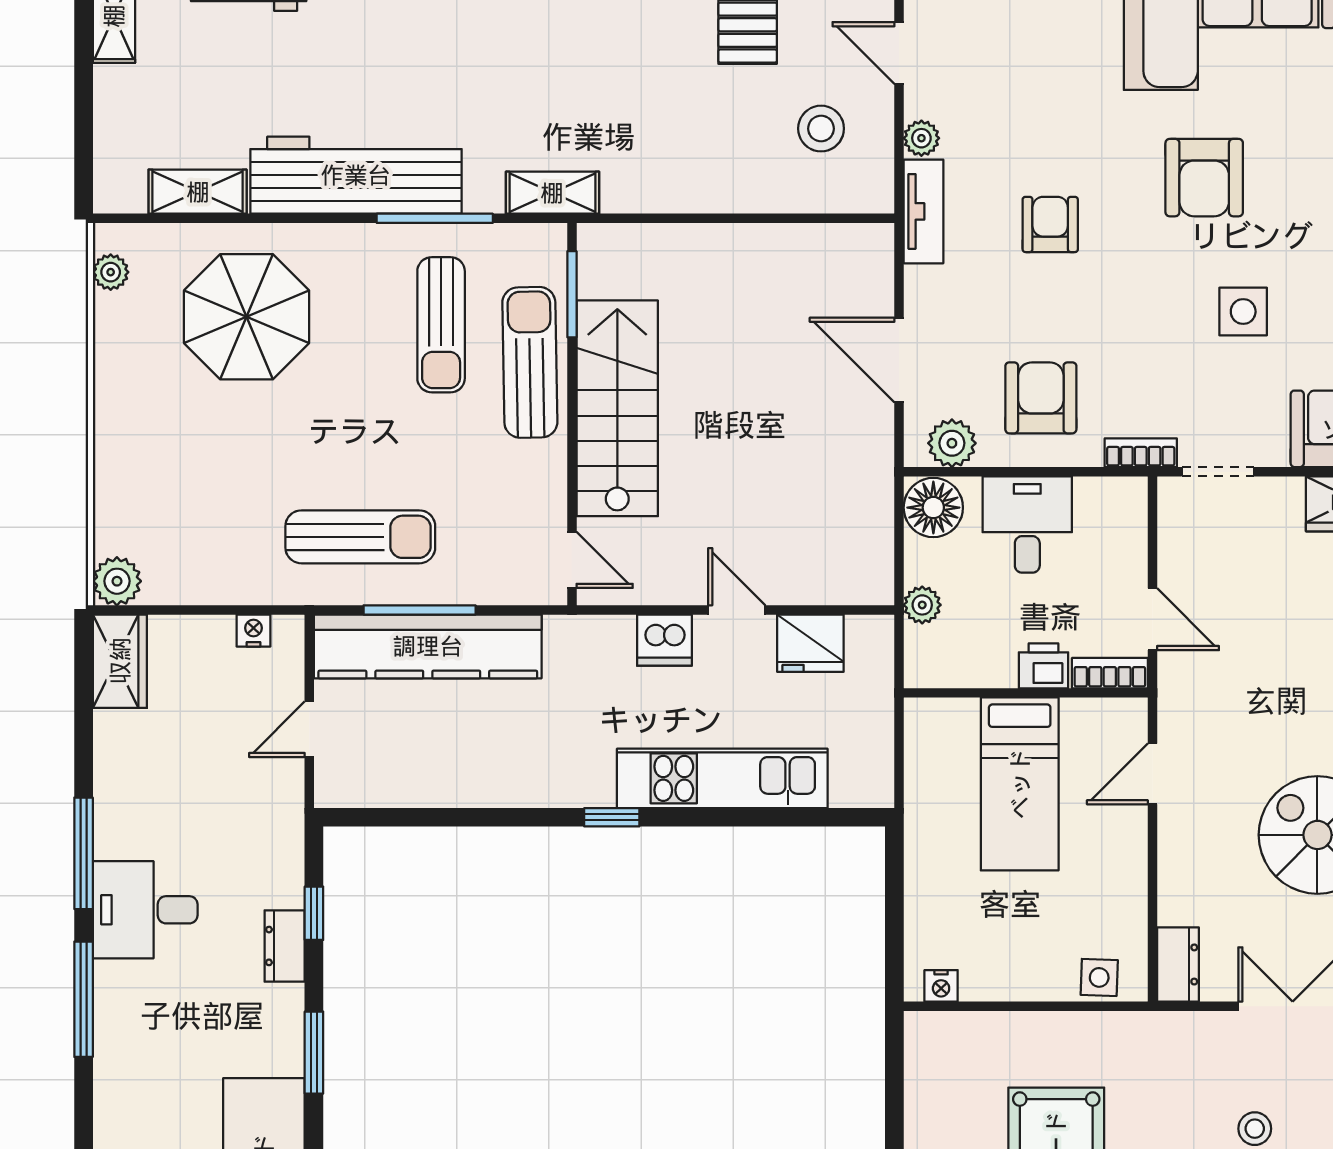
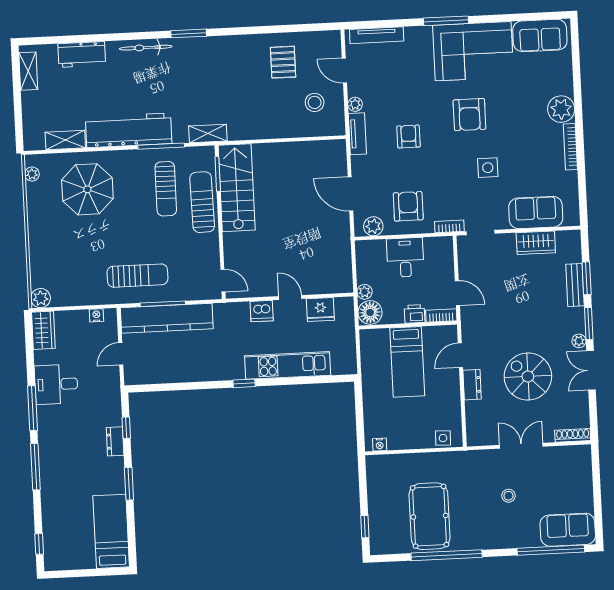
stairs: (617, 408) -> (237, 188), moved
floor lamp: (933, 508) -> (370, 312), moved
desk: (145, 910) -> (56, 384), moved
dresser: (1178, 964) -> (472, 385), moved

